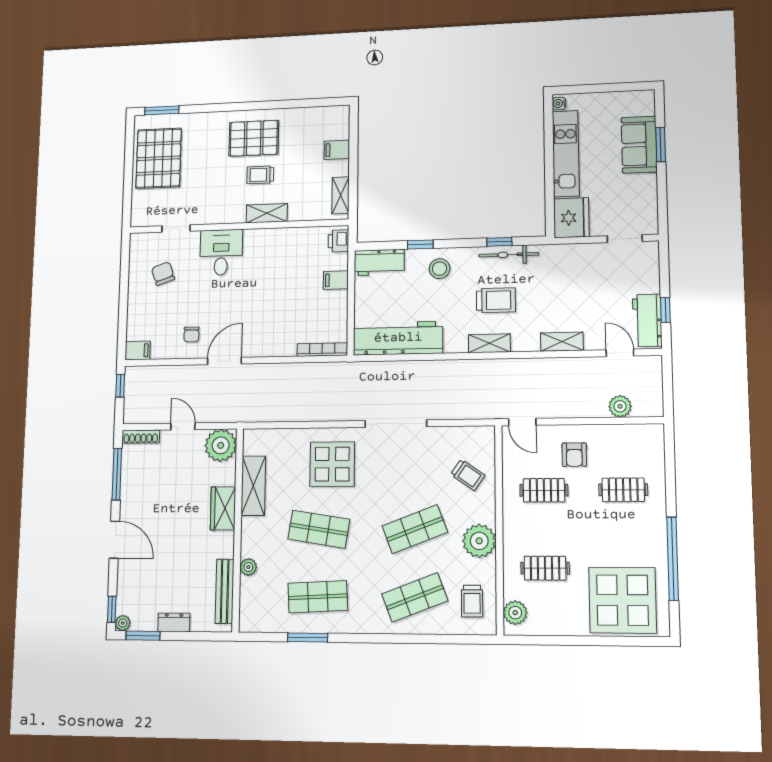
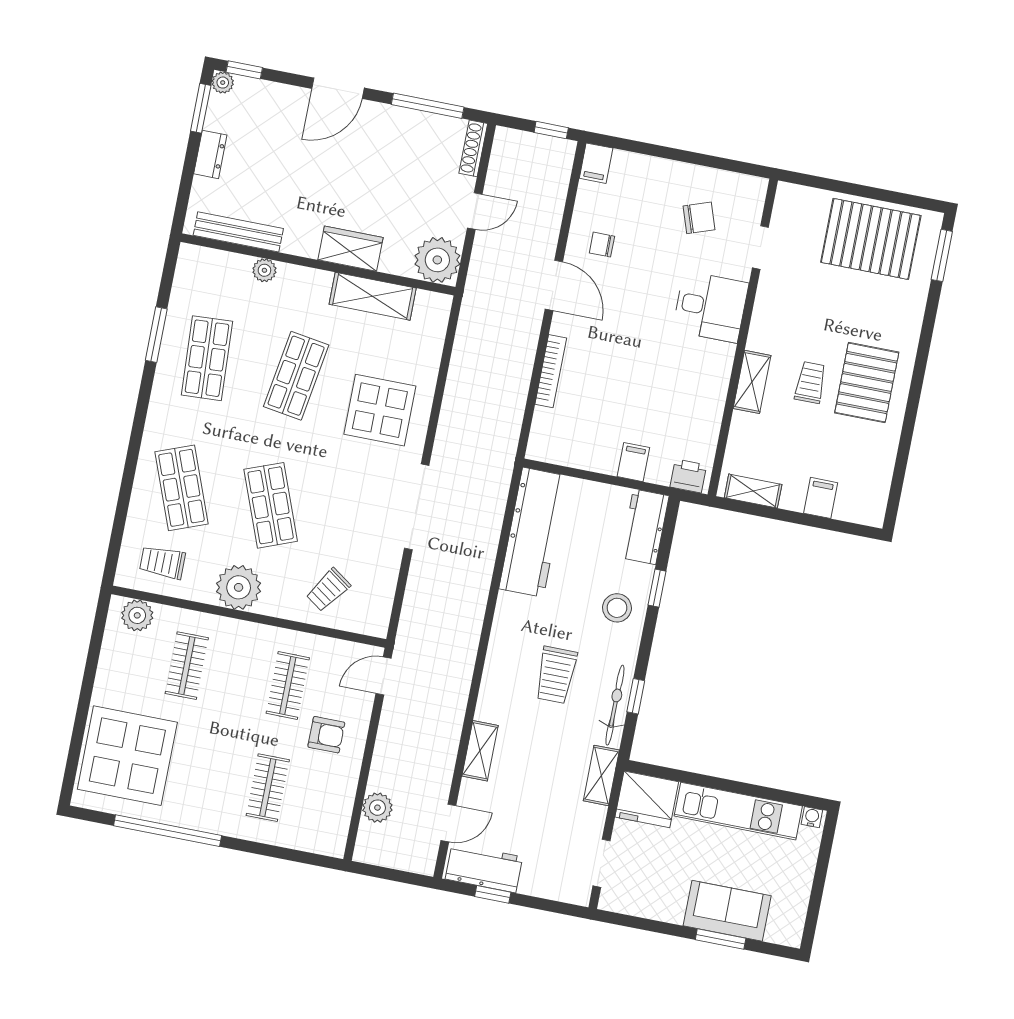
shelving: (489, 343) -> (601, 775), moved
bookcase: (322, 350) -> (551, 371), moved
armchair: (574, 455) -> (326, 735), turned 180

